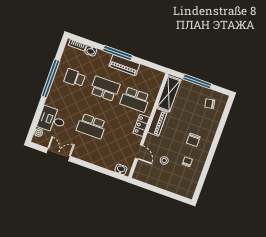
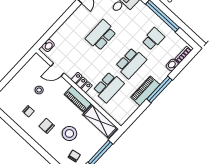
school desk: (135, 99) -> (108, 87), turned 180
stool: (191, 117) -> (69, 133), added

